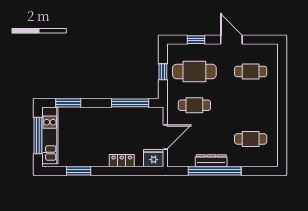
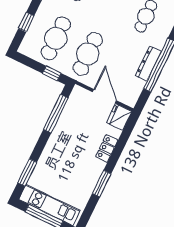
window: (163, 72) -> (52, 73), moved
cafe table: (194, 105) -> (88, 54), width x1.37, depth x1.35
window: (79, 171) -> (102, 184), moved

